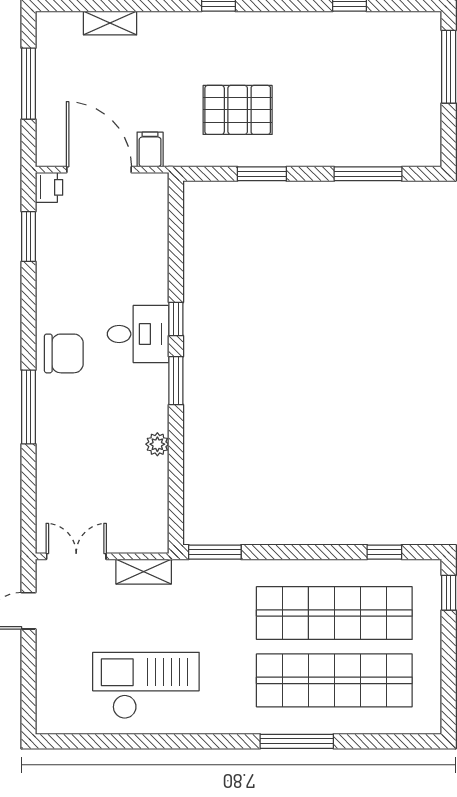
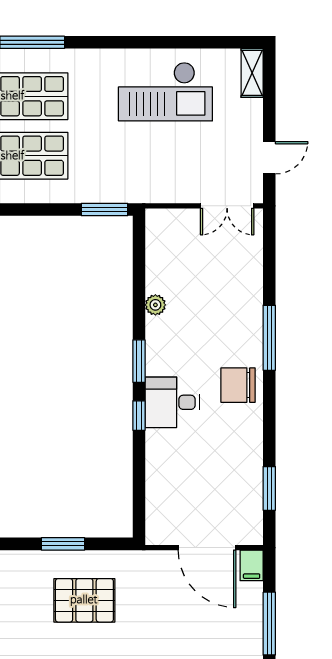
filing cabinet: (150, 149) -> (252, 565), moved
printer: (49, 187) -> (251, 532), removed
shelving: (144, 572) -> (252, 73), moved, turned 90

